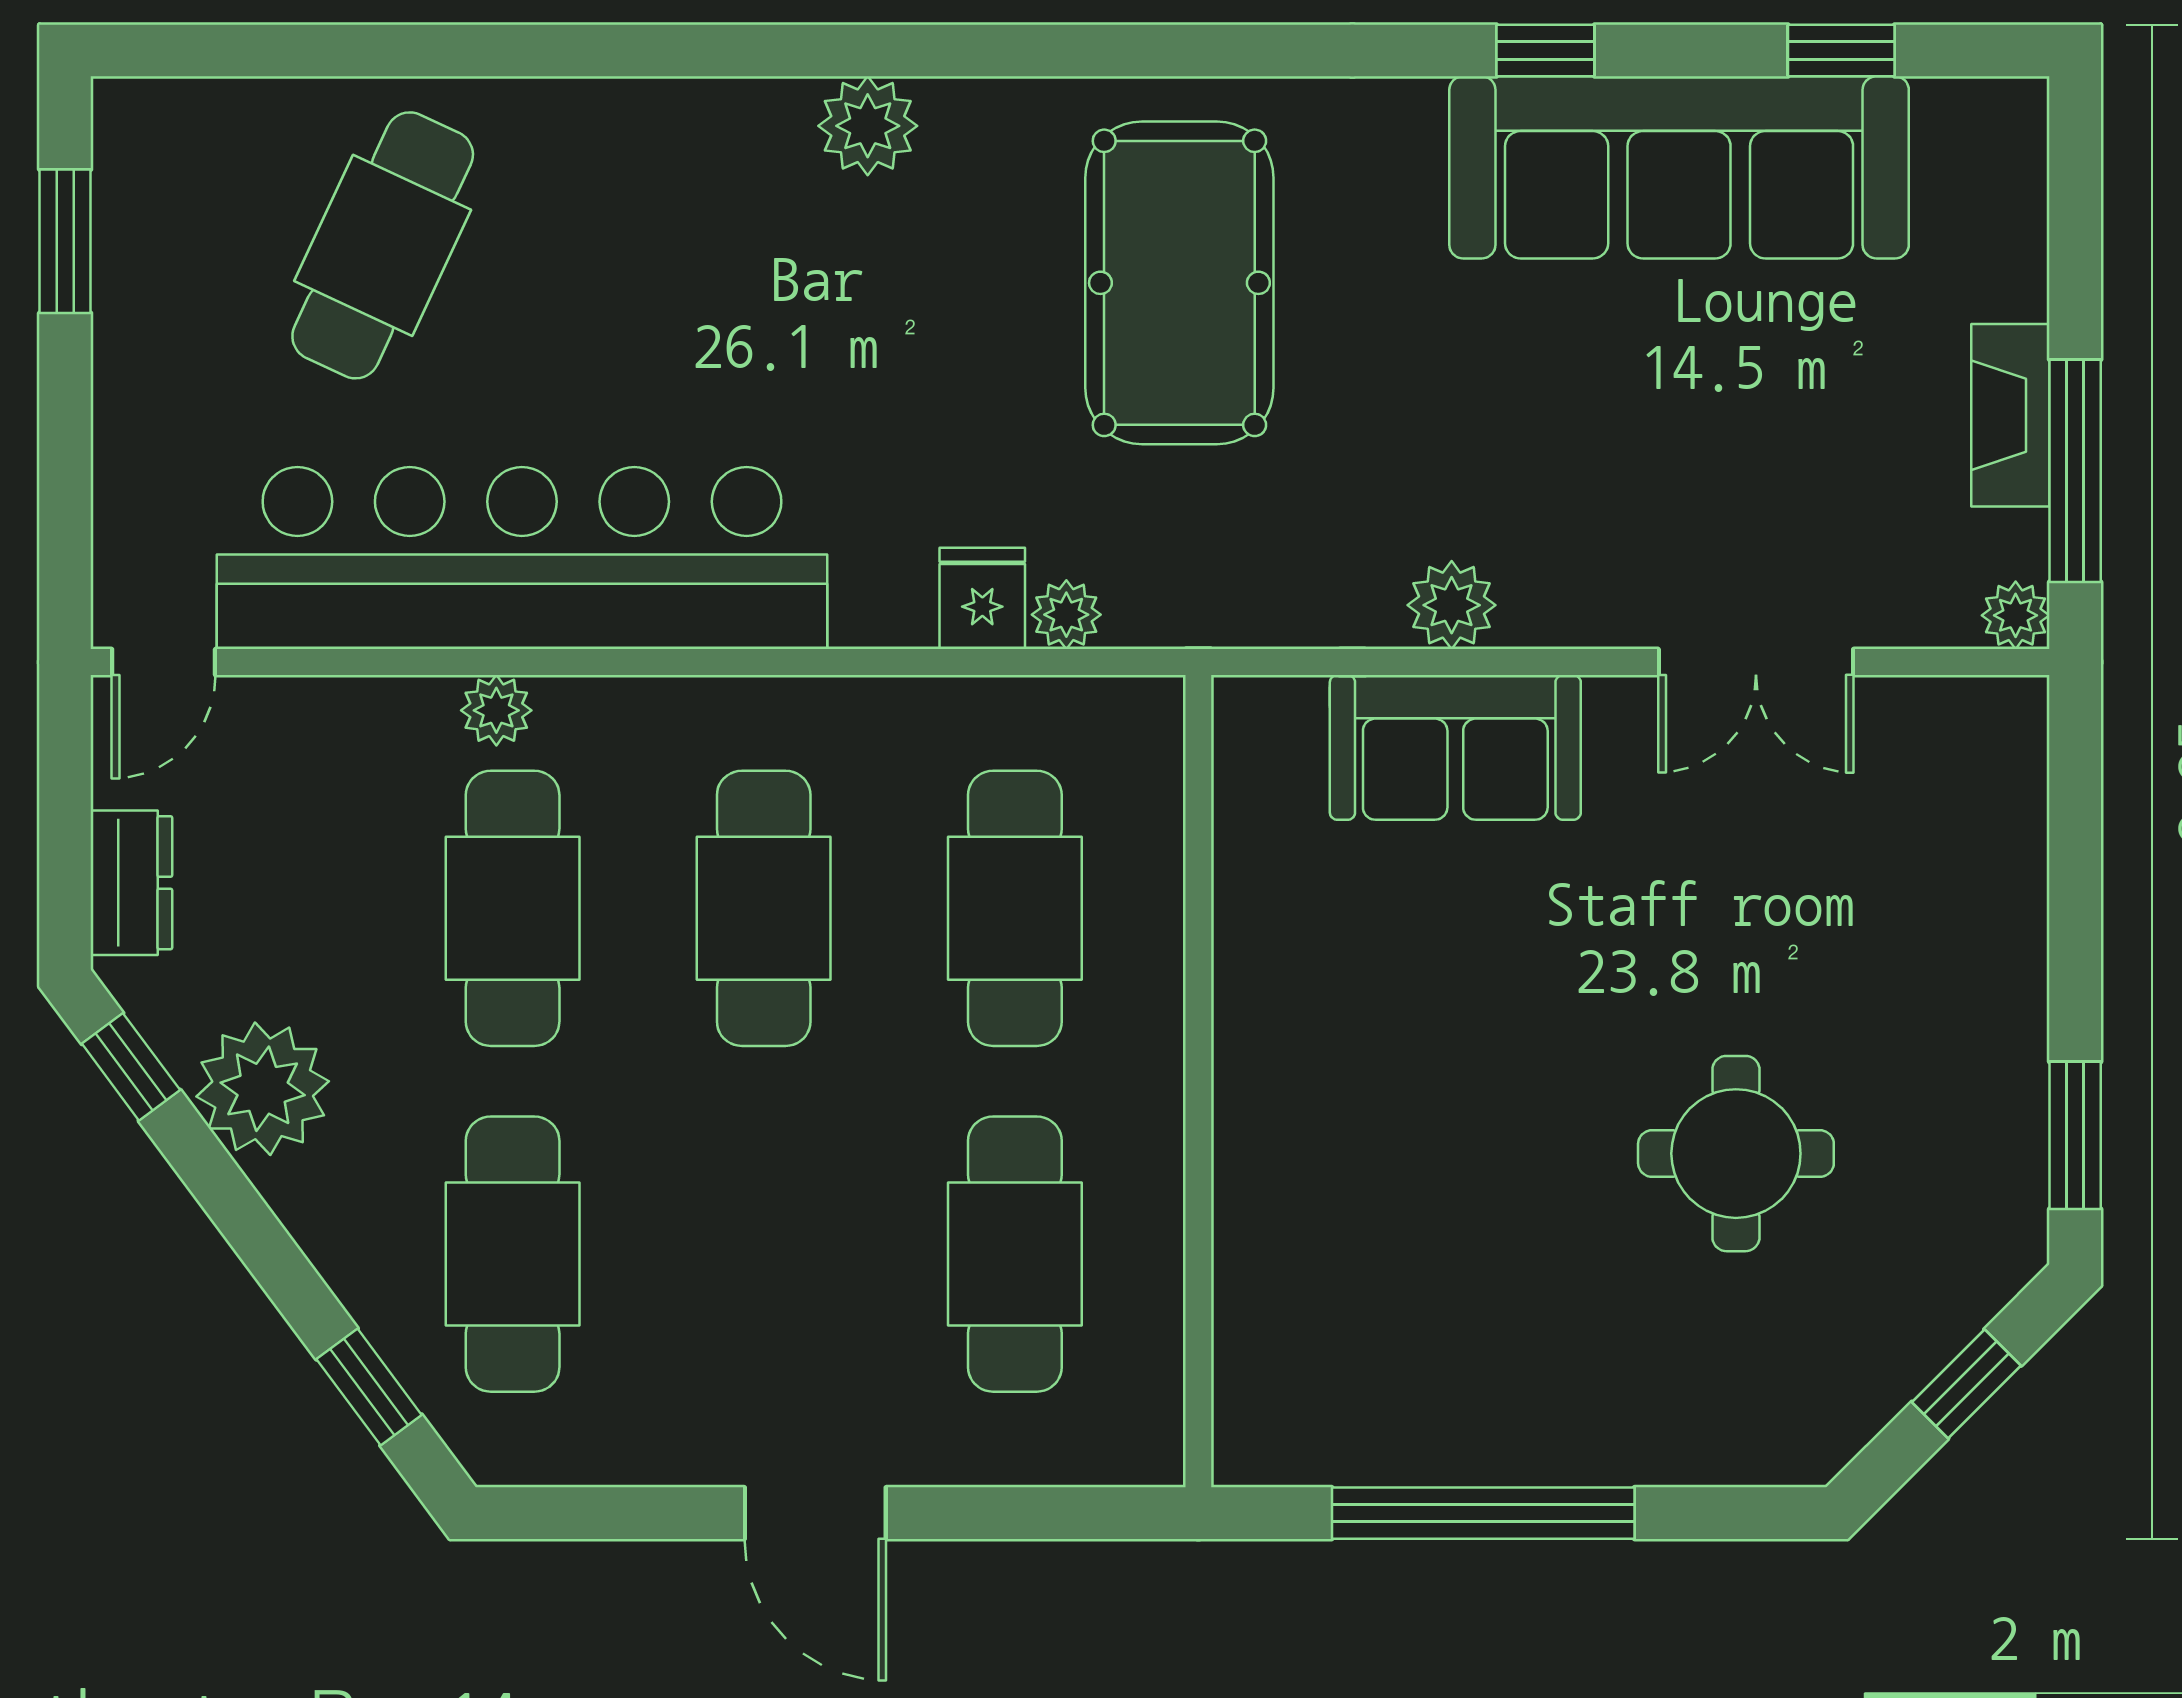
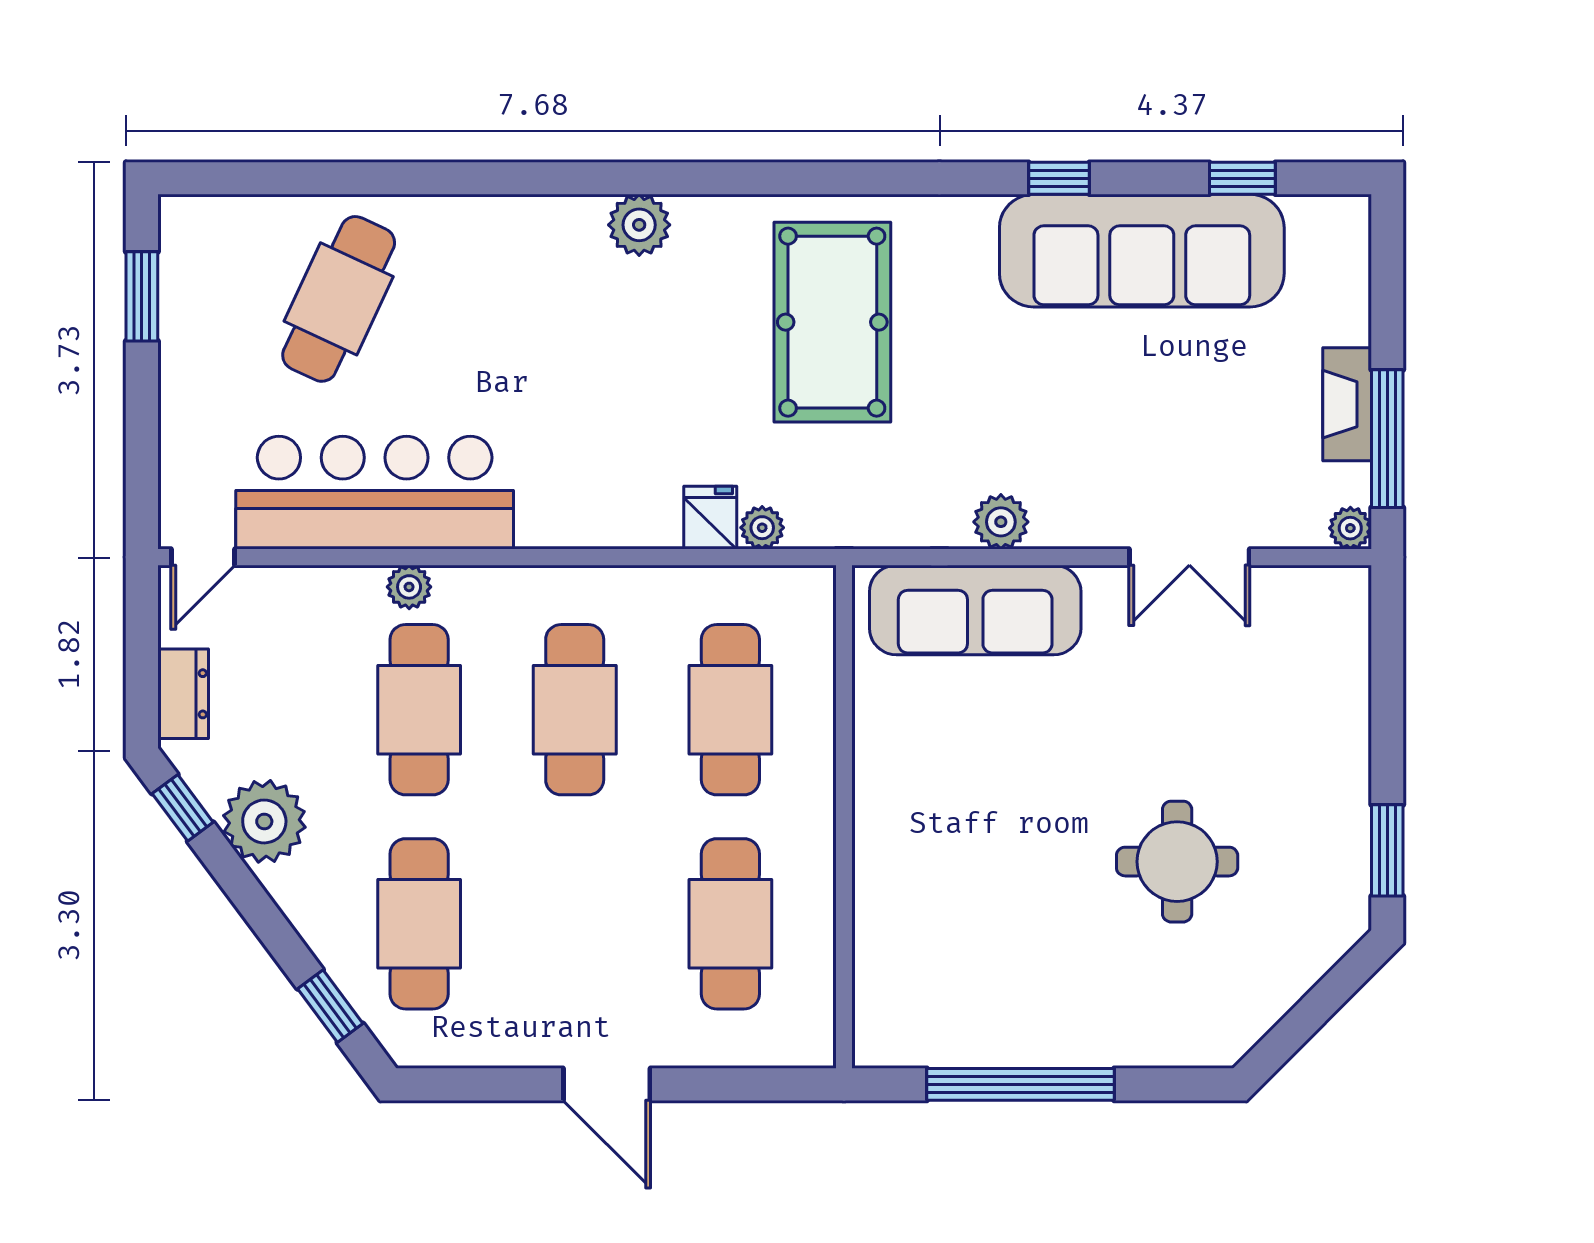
bar counter: (522, 558) -> (375, 493), width x0.73
sofa: (1455, 747) -> (975, 610), width x1.36
window: (1966, 1384) -> (1320, 1004), removed

